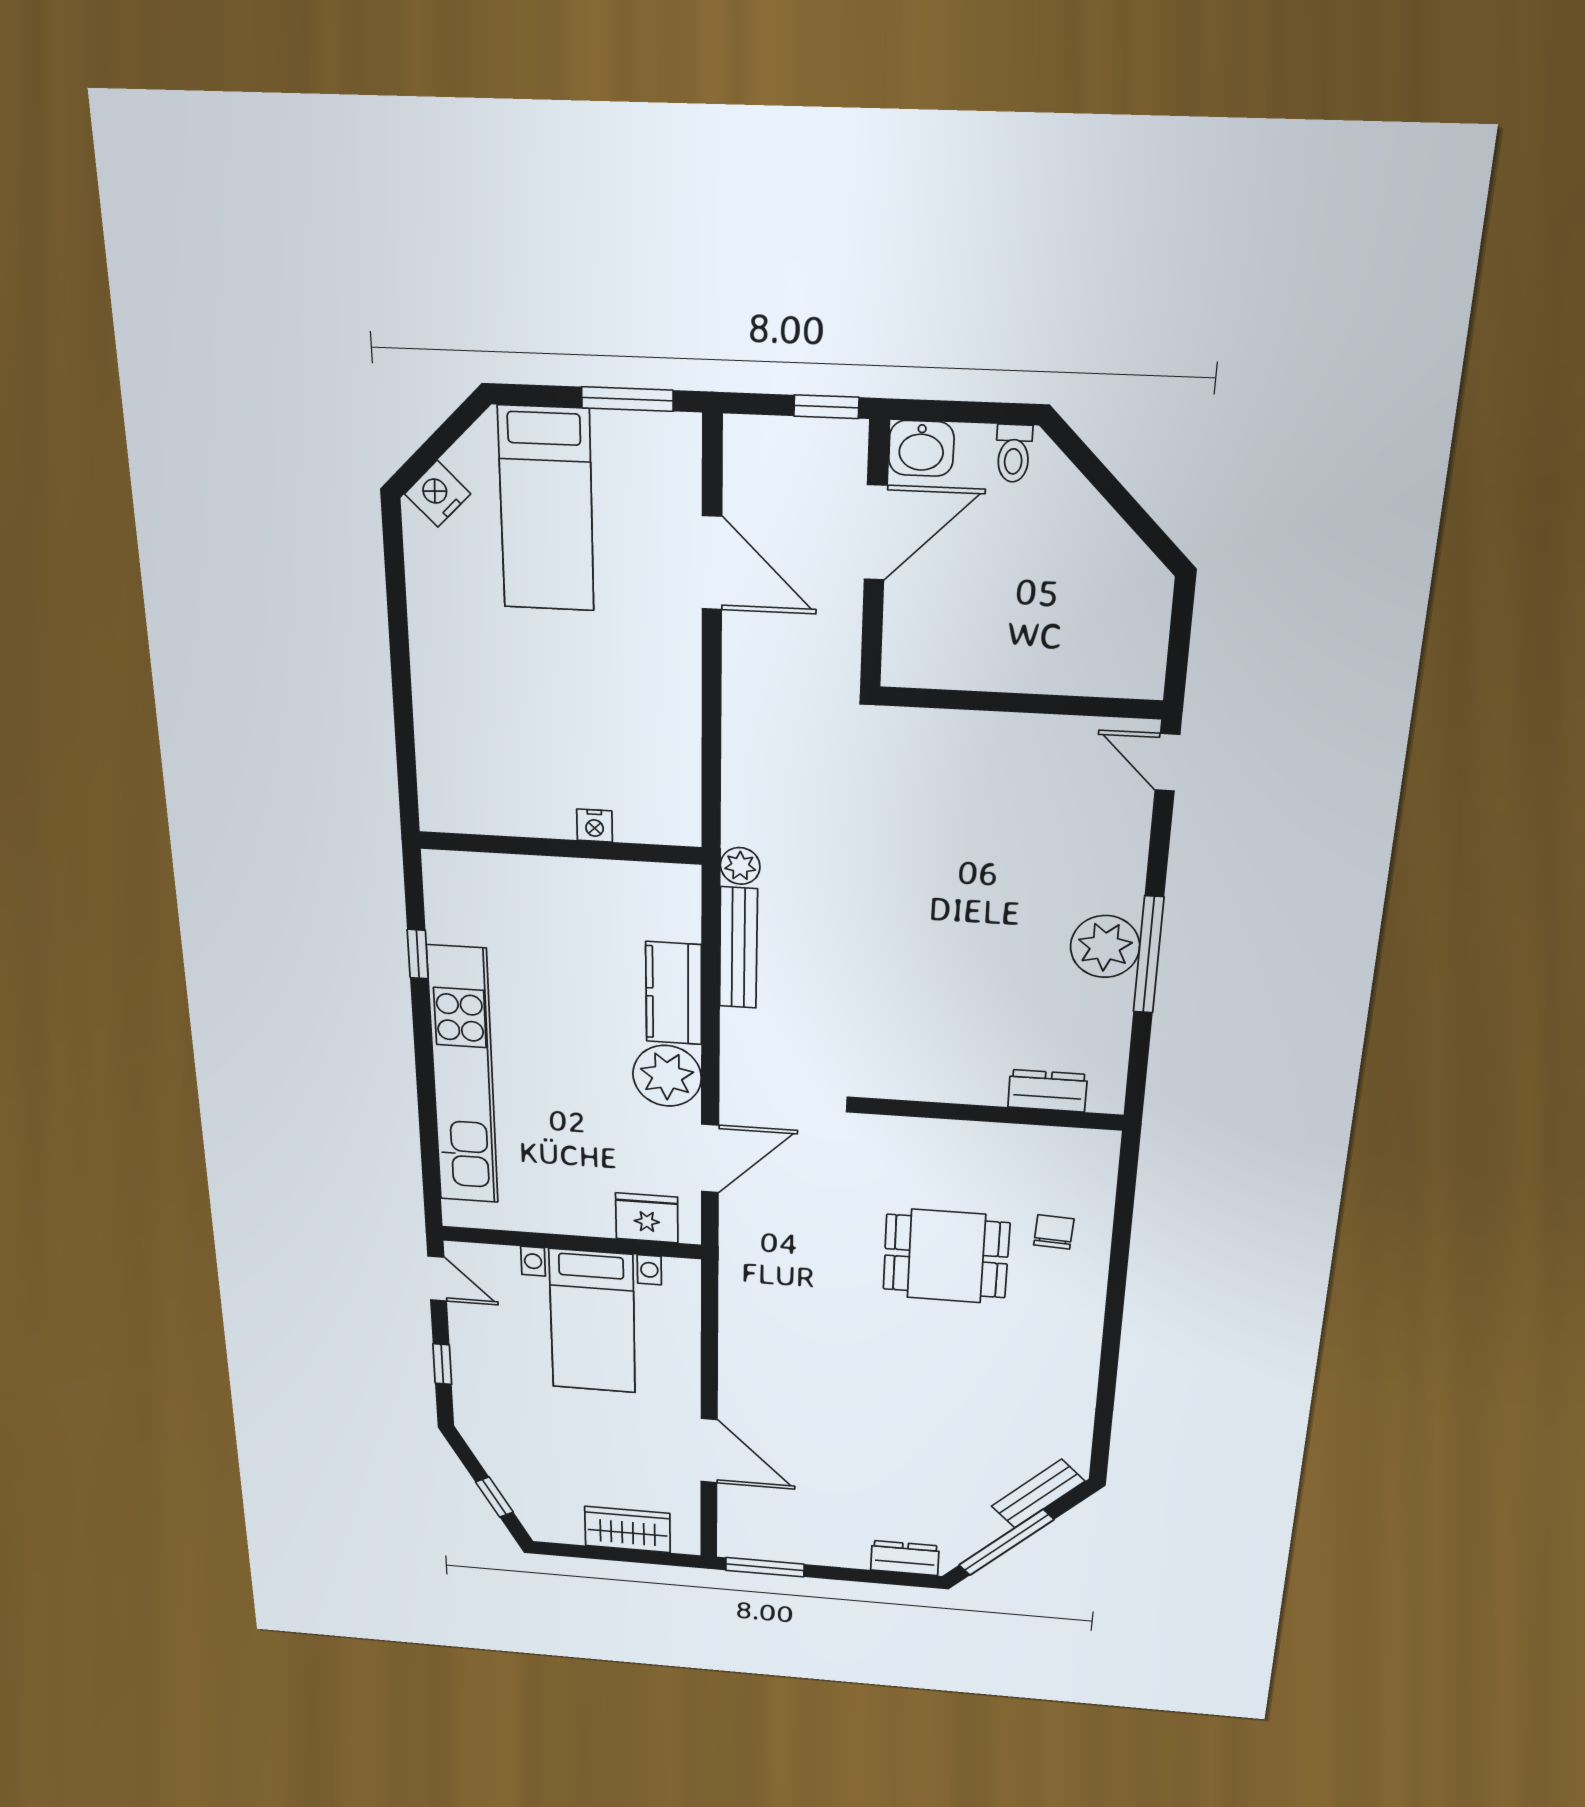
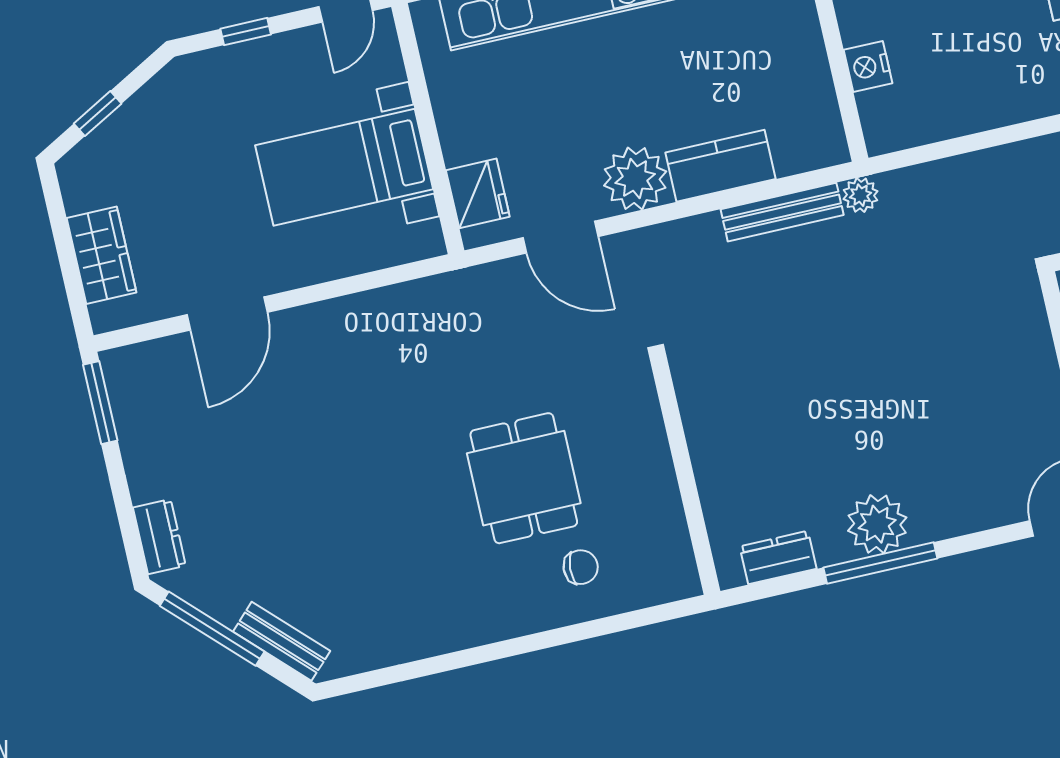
nightstand: (595, 826) -> (868, 67), width x1.39, depth x1.35
dresser: (1048, 1091) -> (778, 558), moved, turned -90

